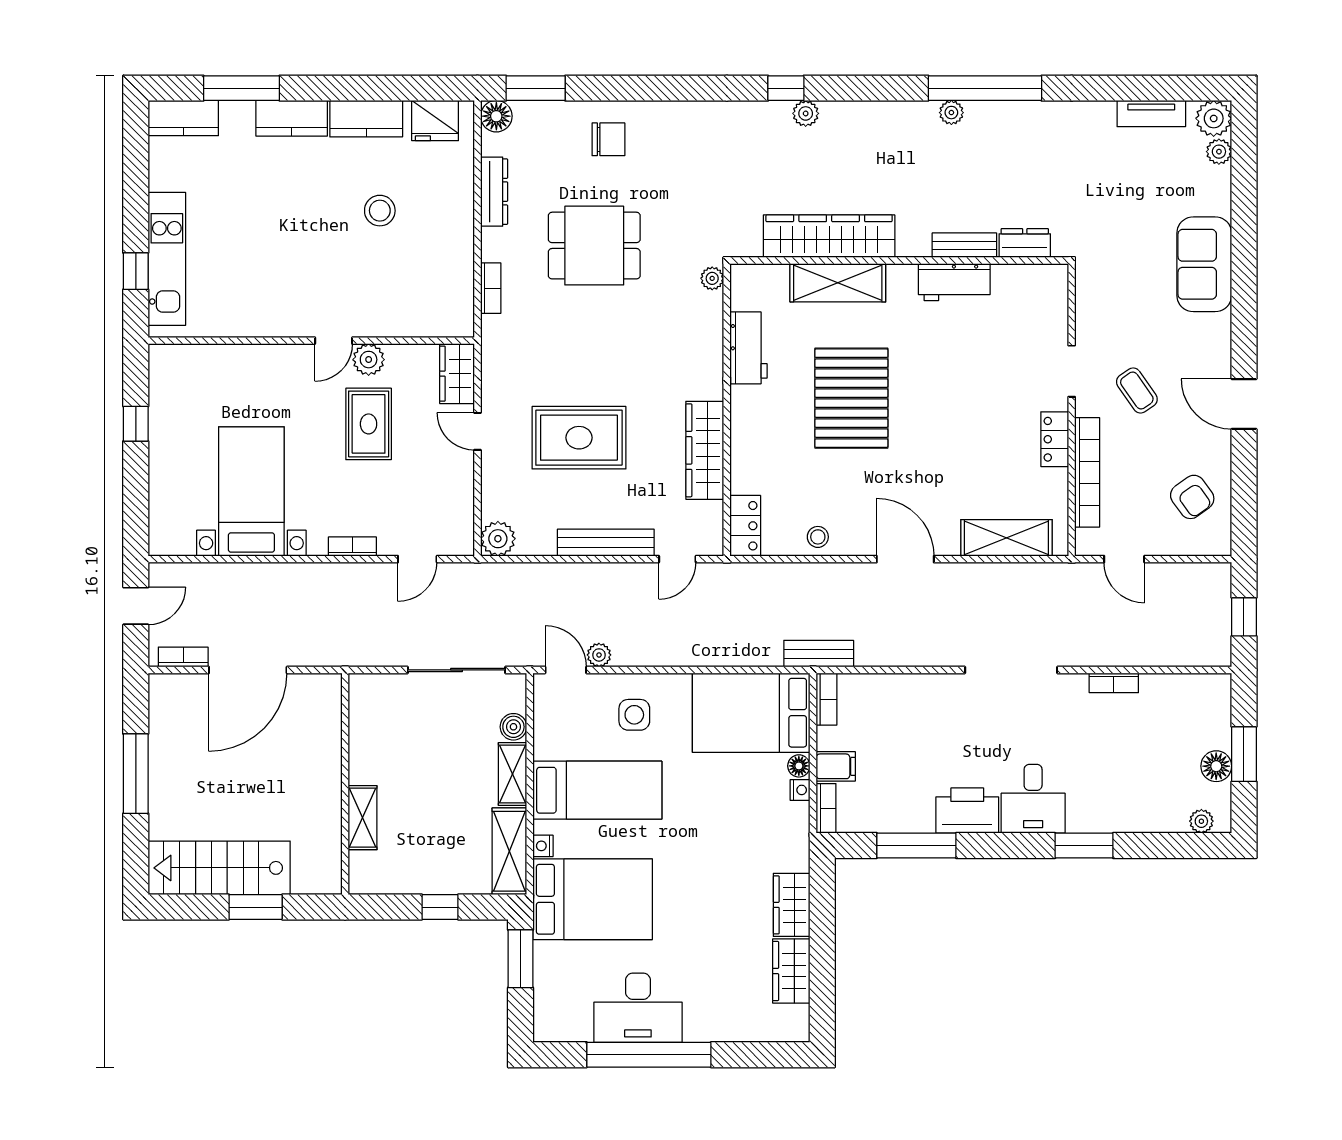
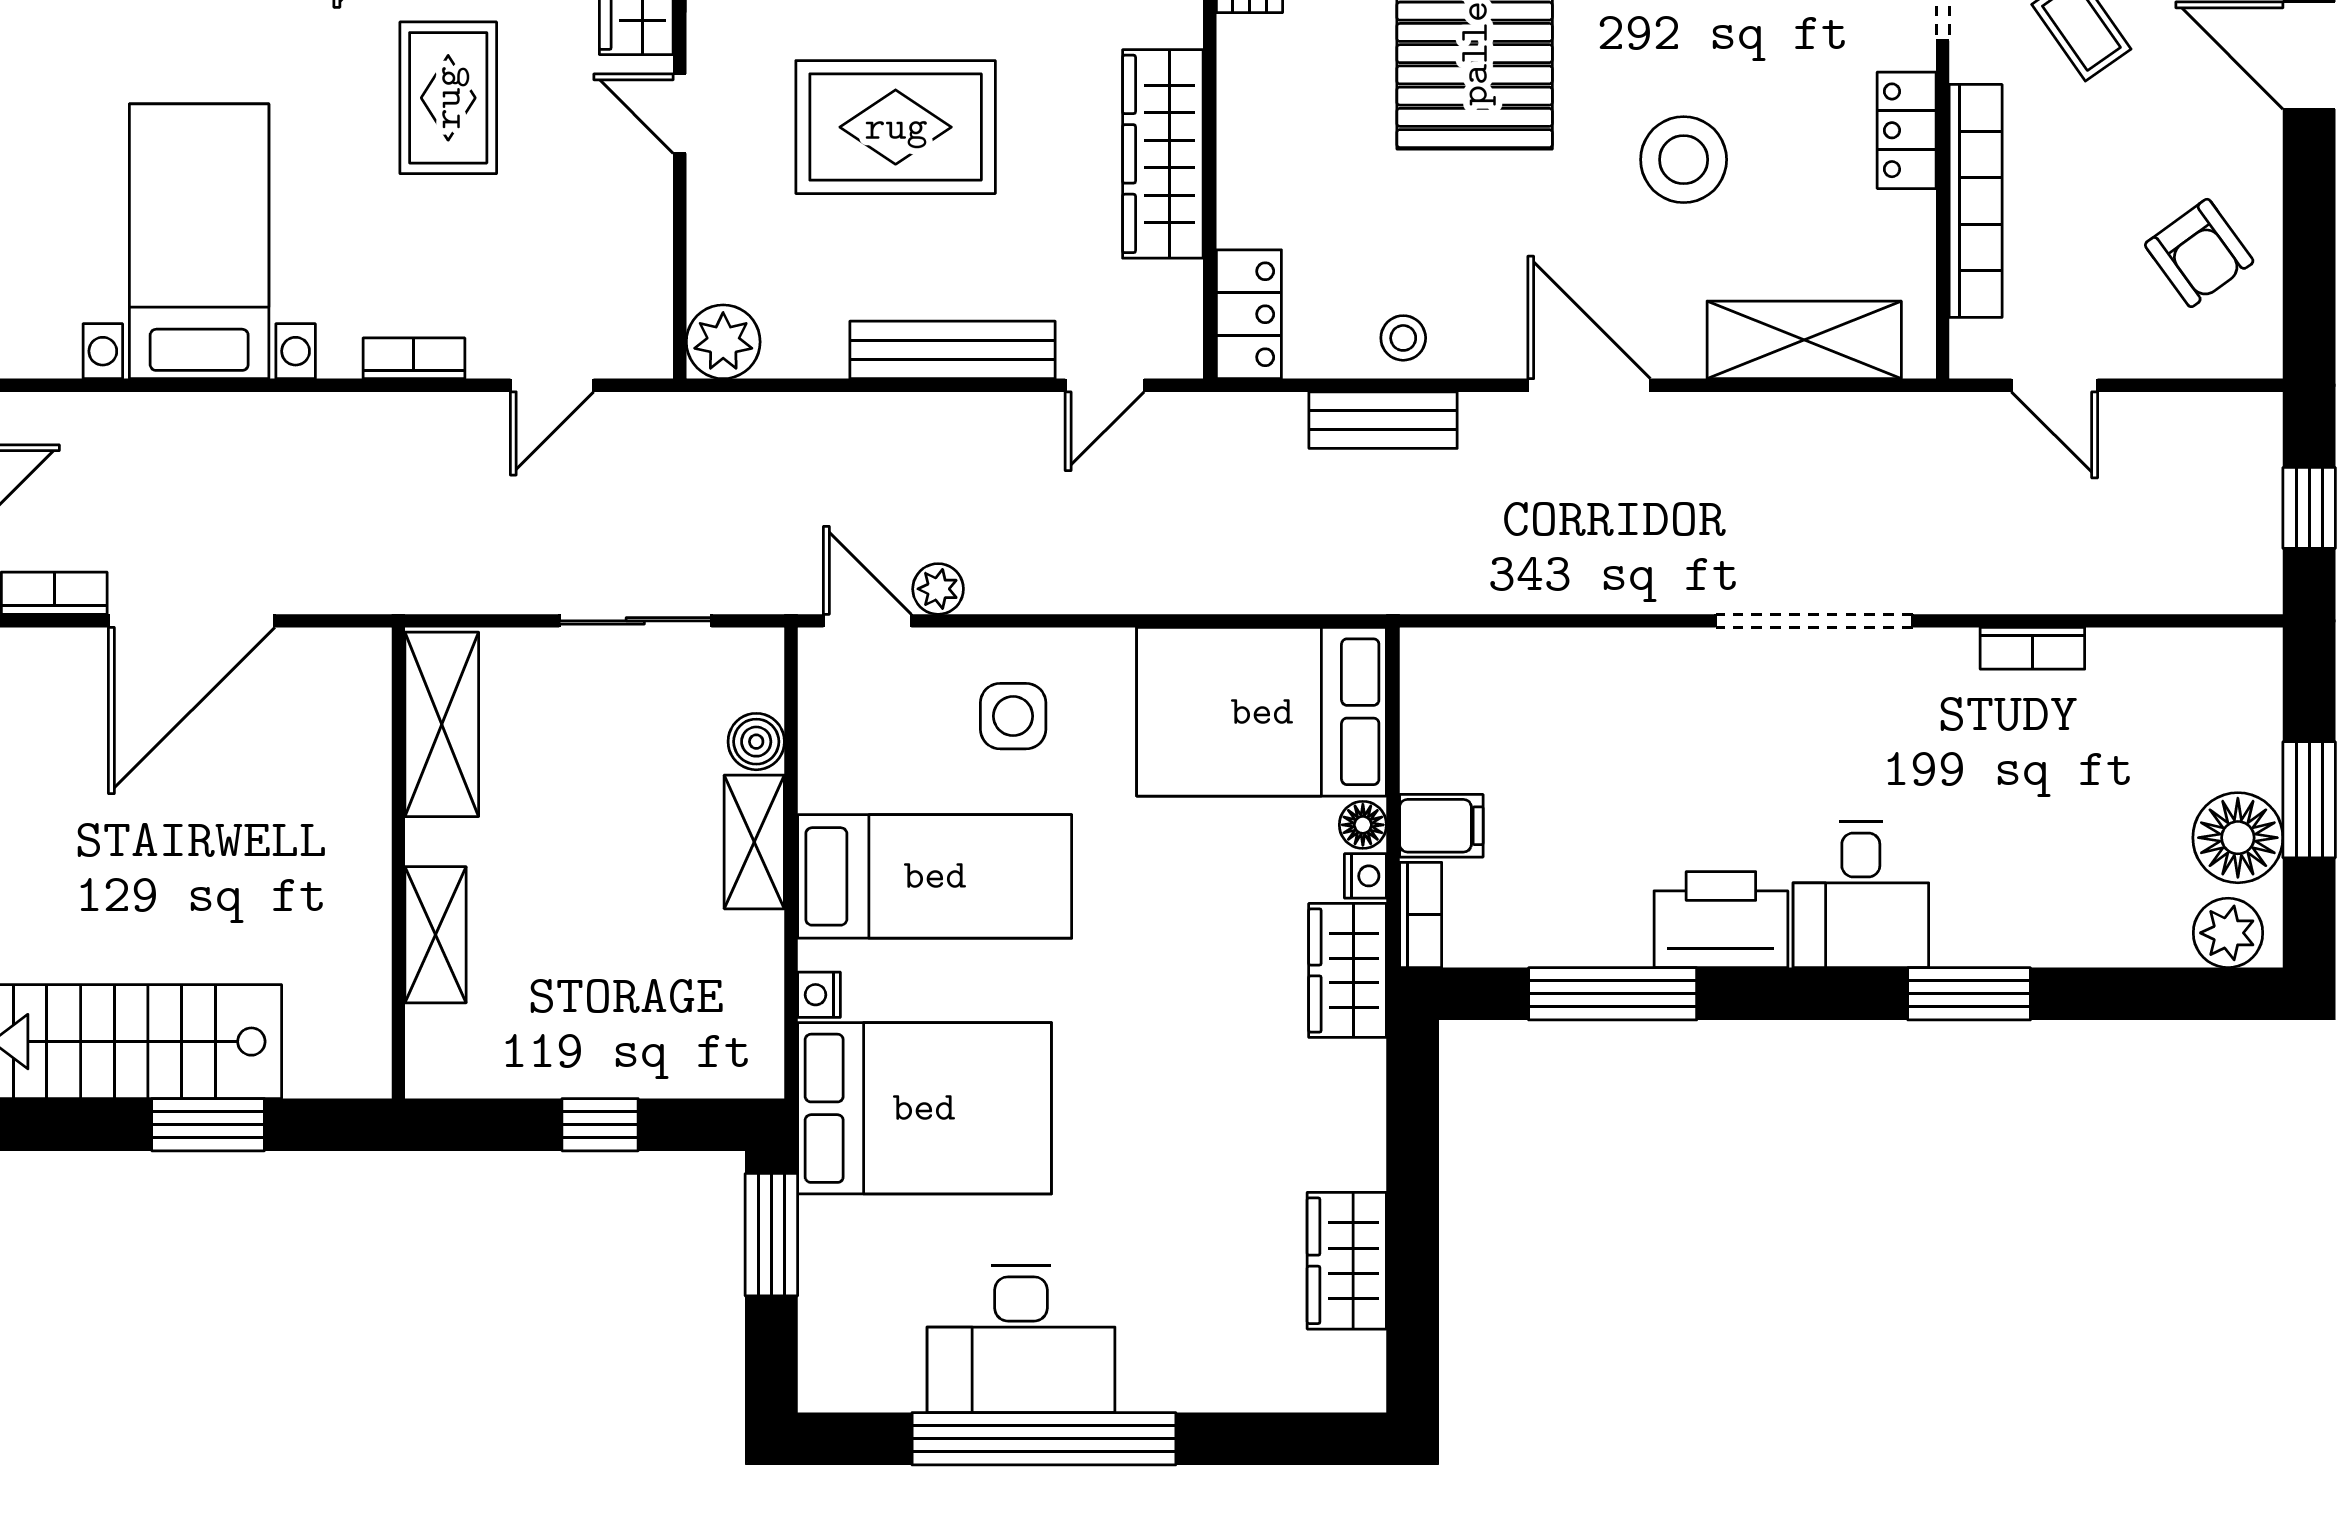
stool: (950, 453) -> (1684, 160), added
bench: (819, 654) -> (1383, 420), moved
sliding door: (457, 670) -> (635, 621), width x0.73
bookcase: (826, 699) -> (1422, 683), removed
floor lamp: (1216, 766) -> (2238, 838), width x1.38, depth x1.38
plant: (1201, 821) -> (2228, 933), width x1.38, depth x1.38
shelving: (509, 851) -> (442, 724), moved
wardrobe: (792, 905) -> (1348, 970), moved

